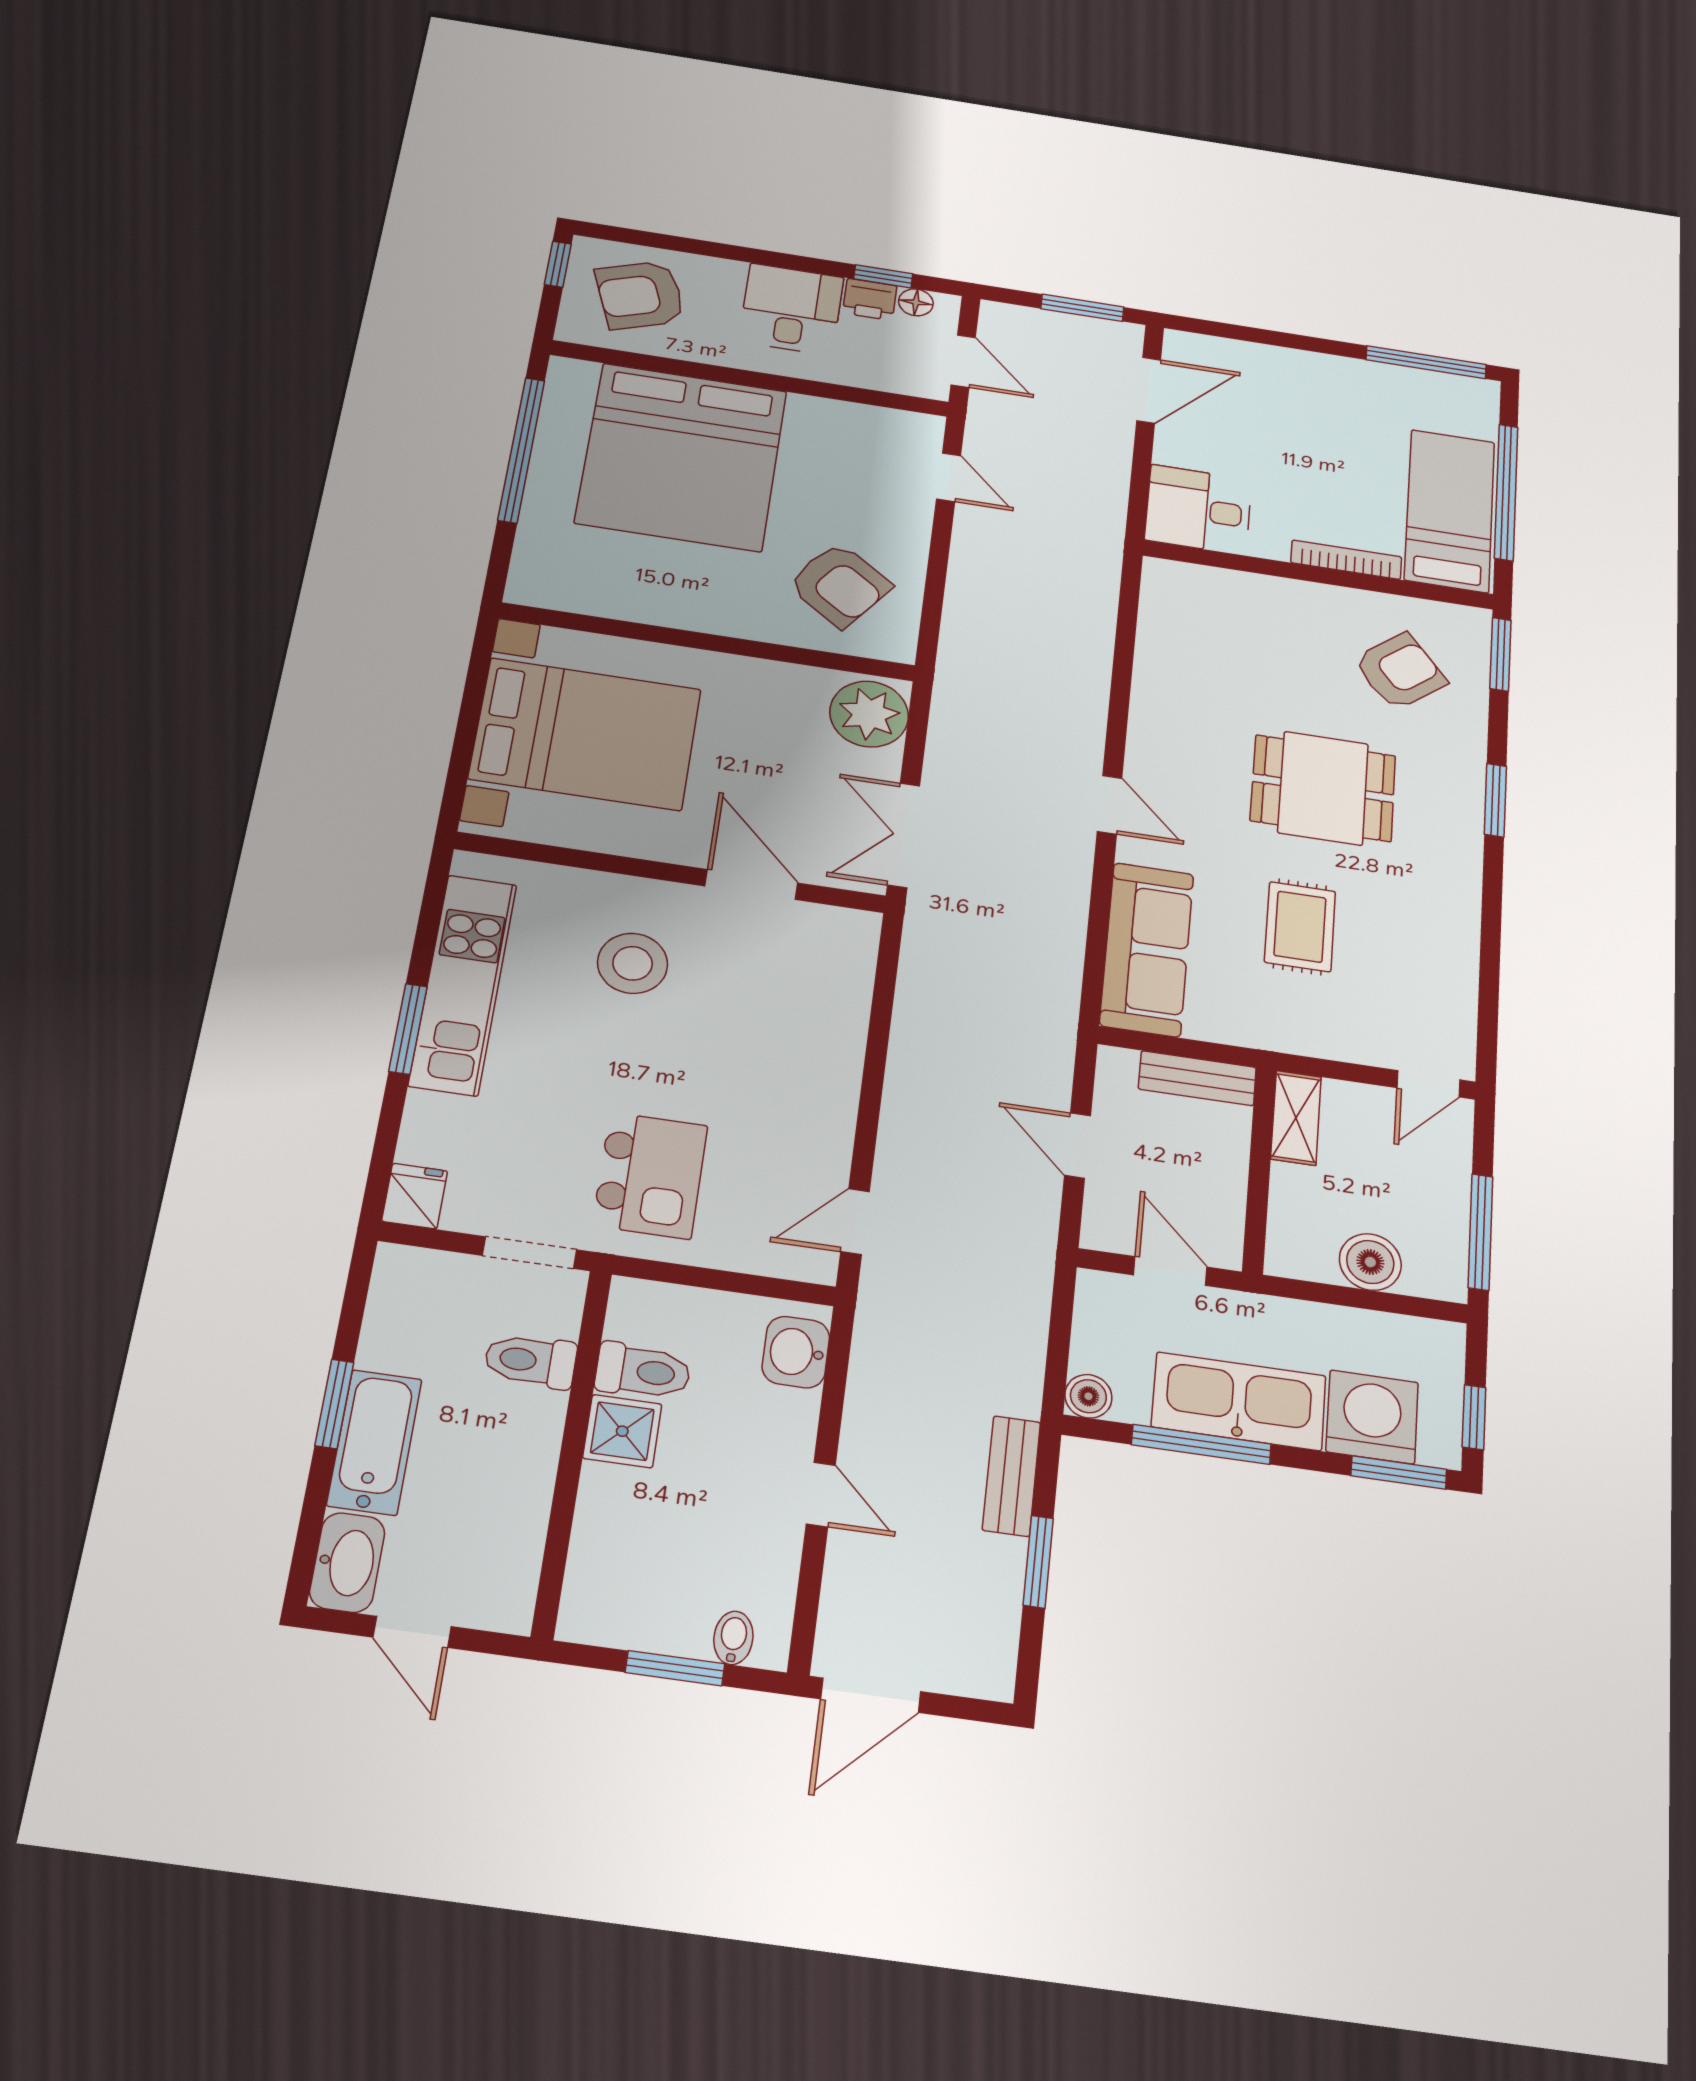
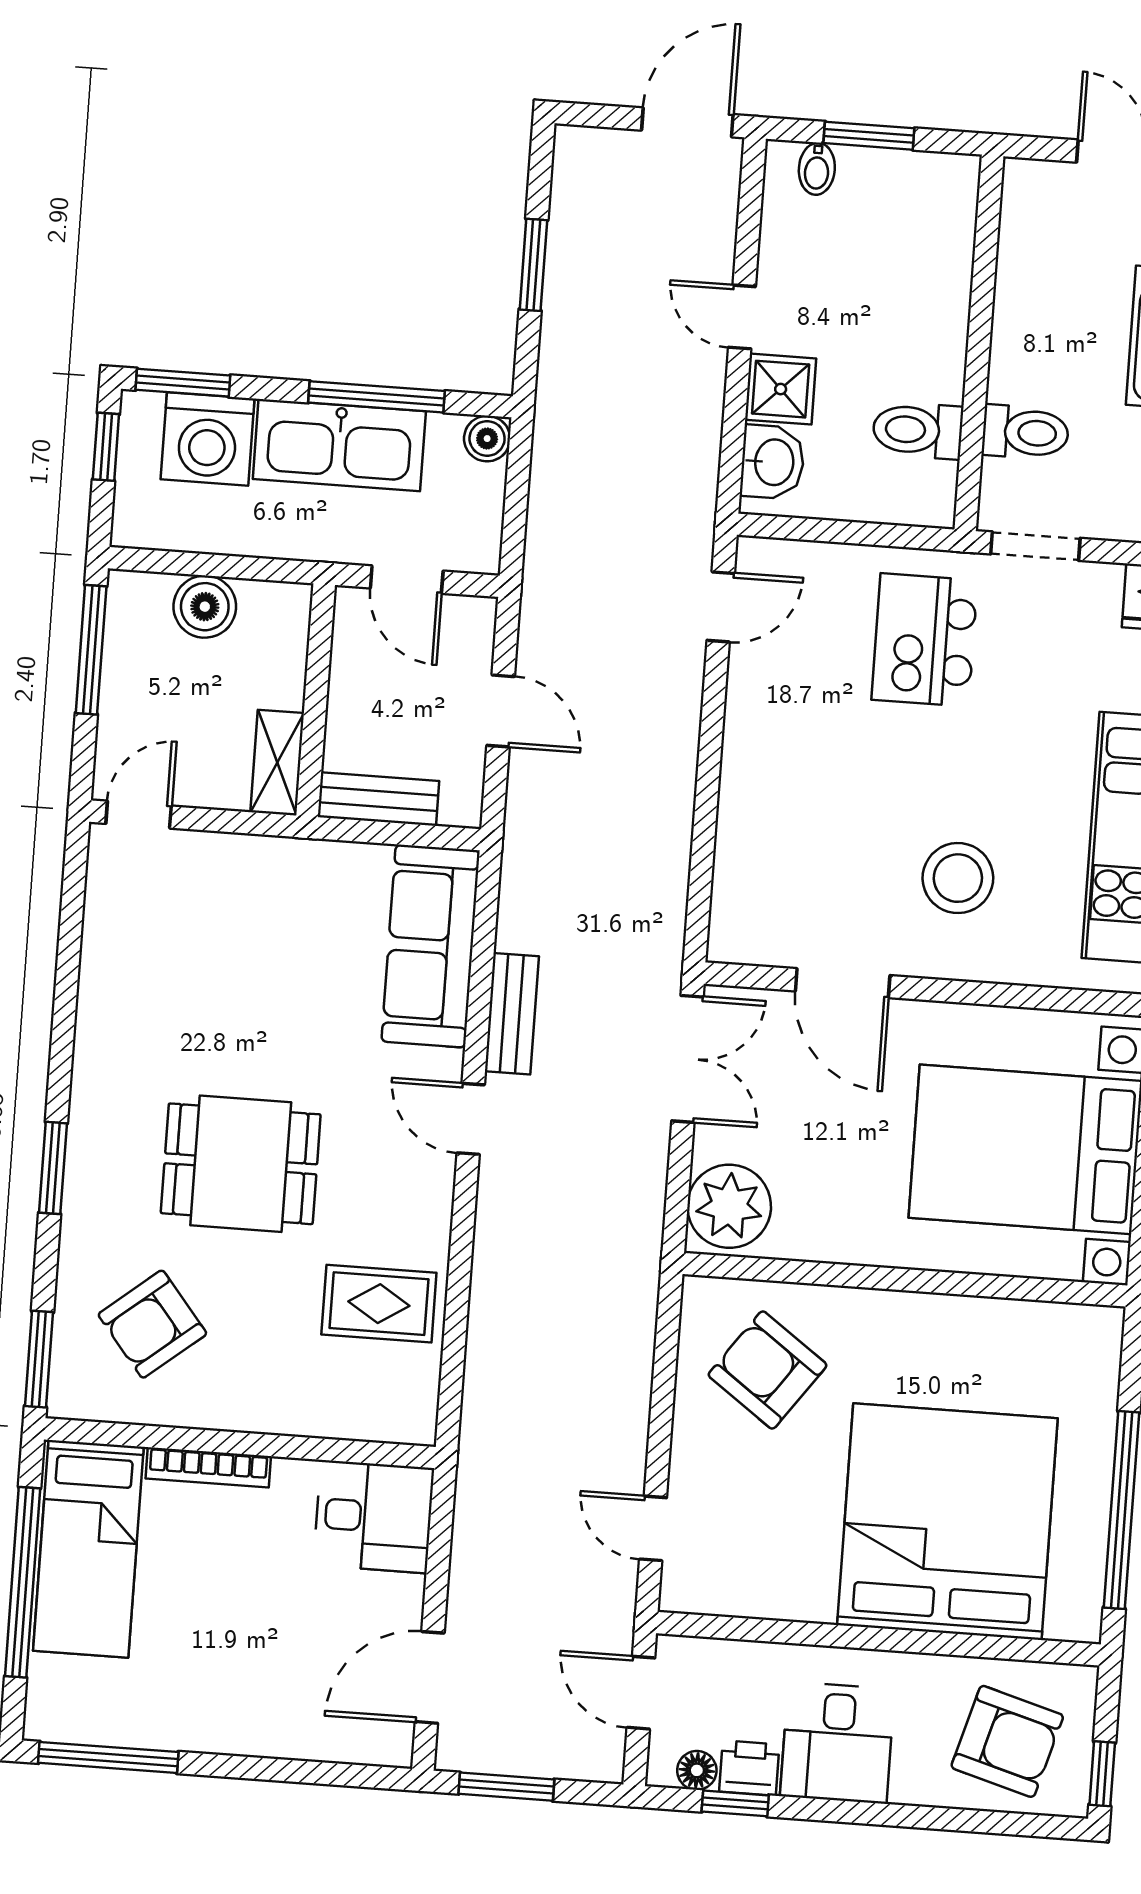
armchair: (640, 295) -> (1007, 1741), turned 36
rug: (1300, 927) -> (379, 1304), moved, turned 90
shower: (622, 1431) -> (781, 389), moved
bench: (1011, 1476) -> (512, 1014), moved

